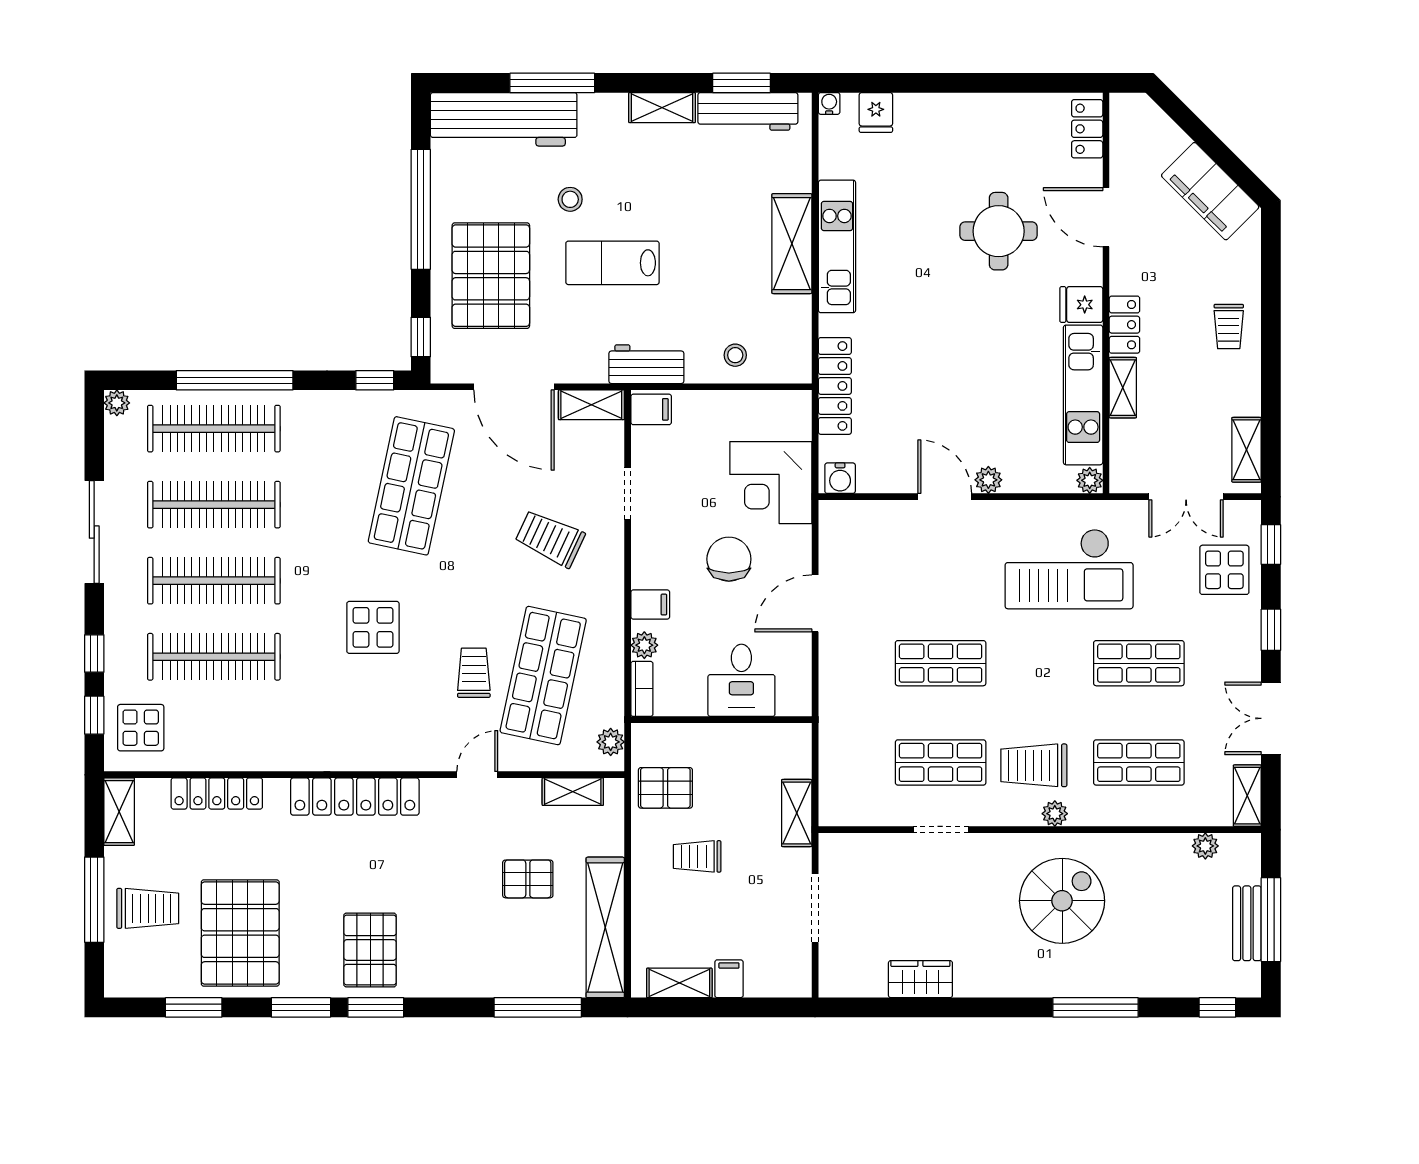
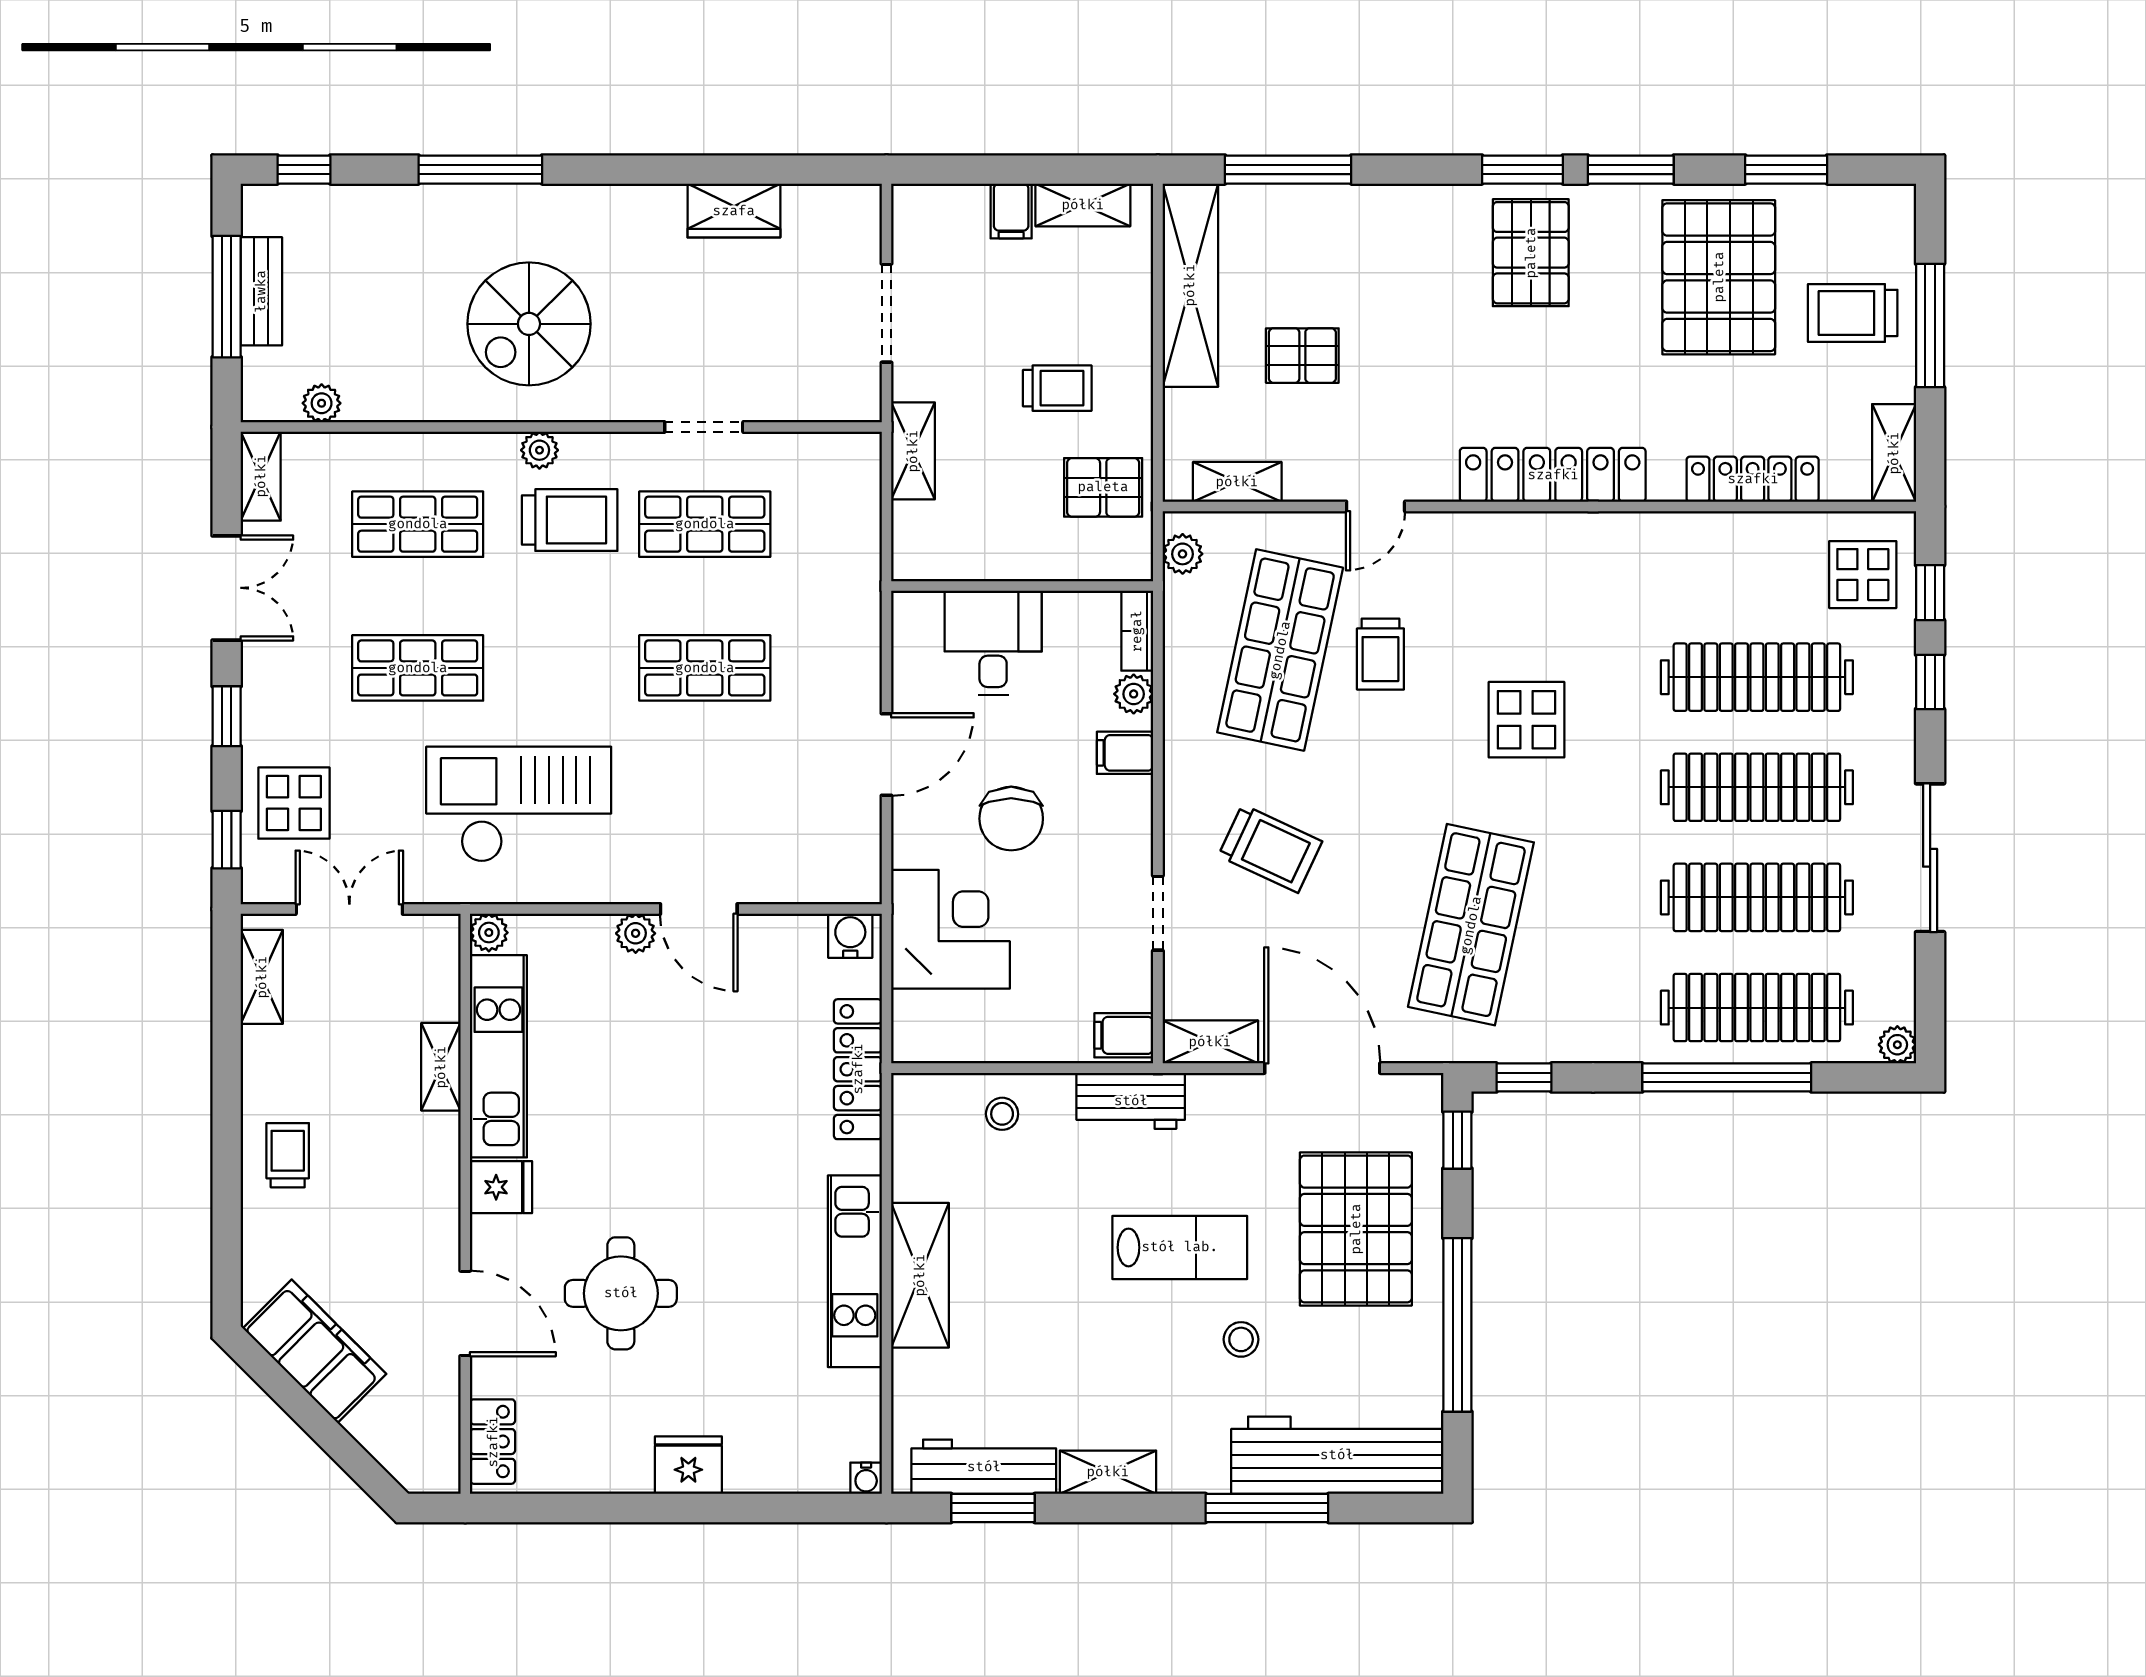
fridge: (876, 112) -> (688, 1465), moved, width x1.38
locker: (1124, 325) -> (439, 1158), removed

